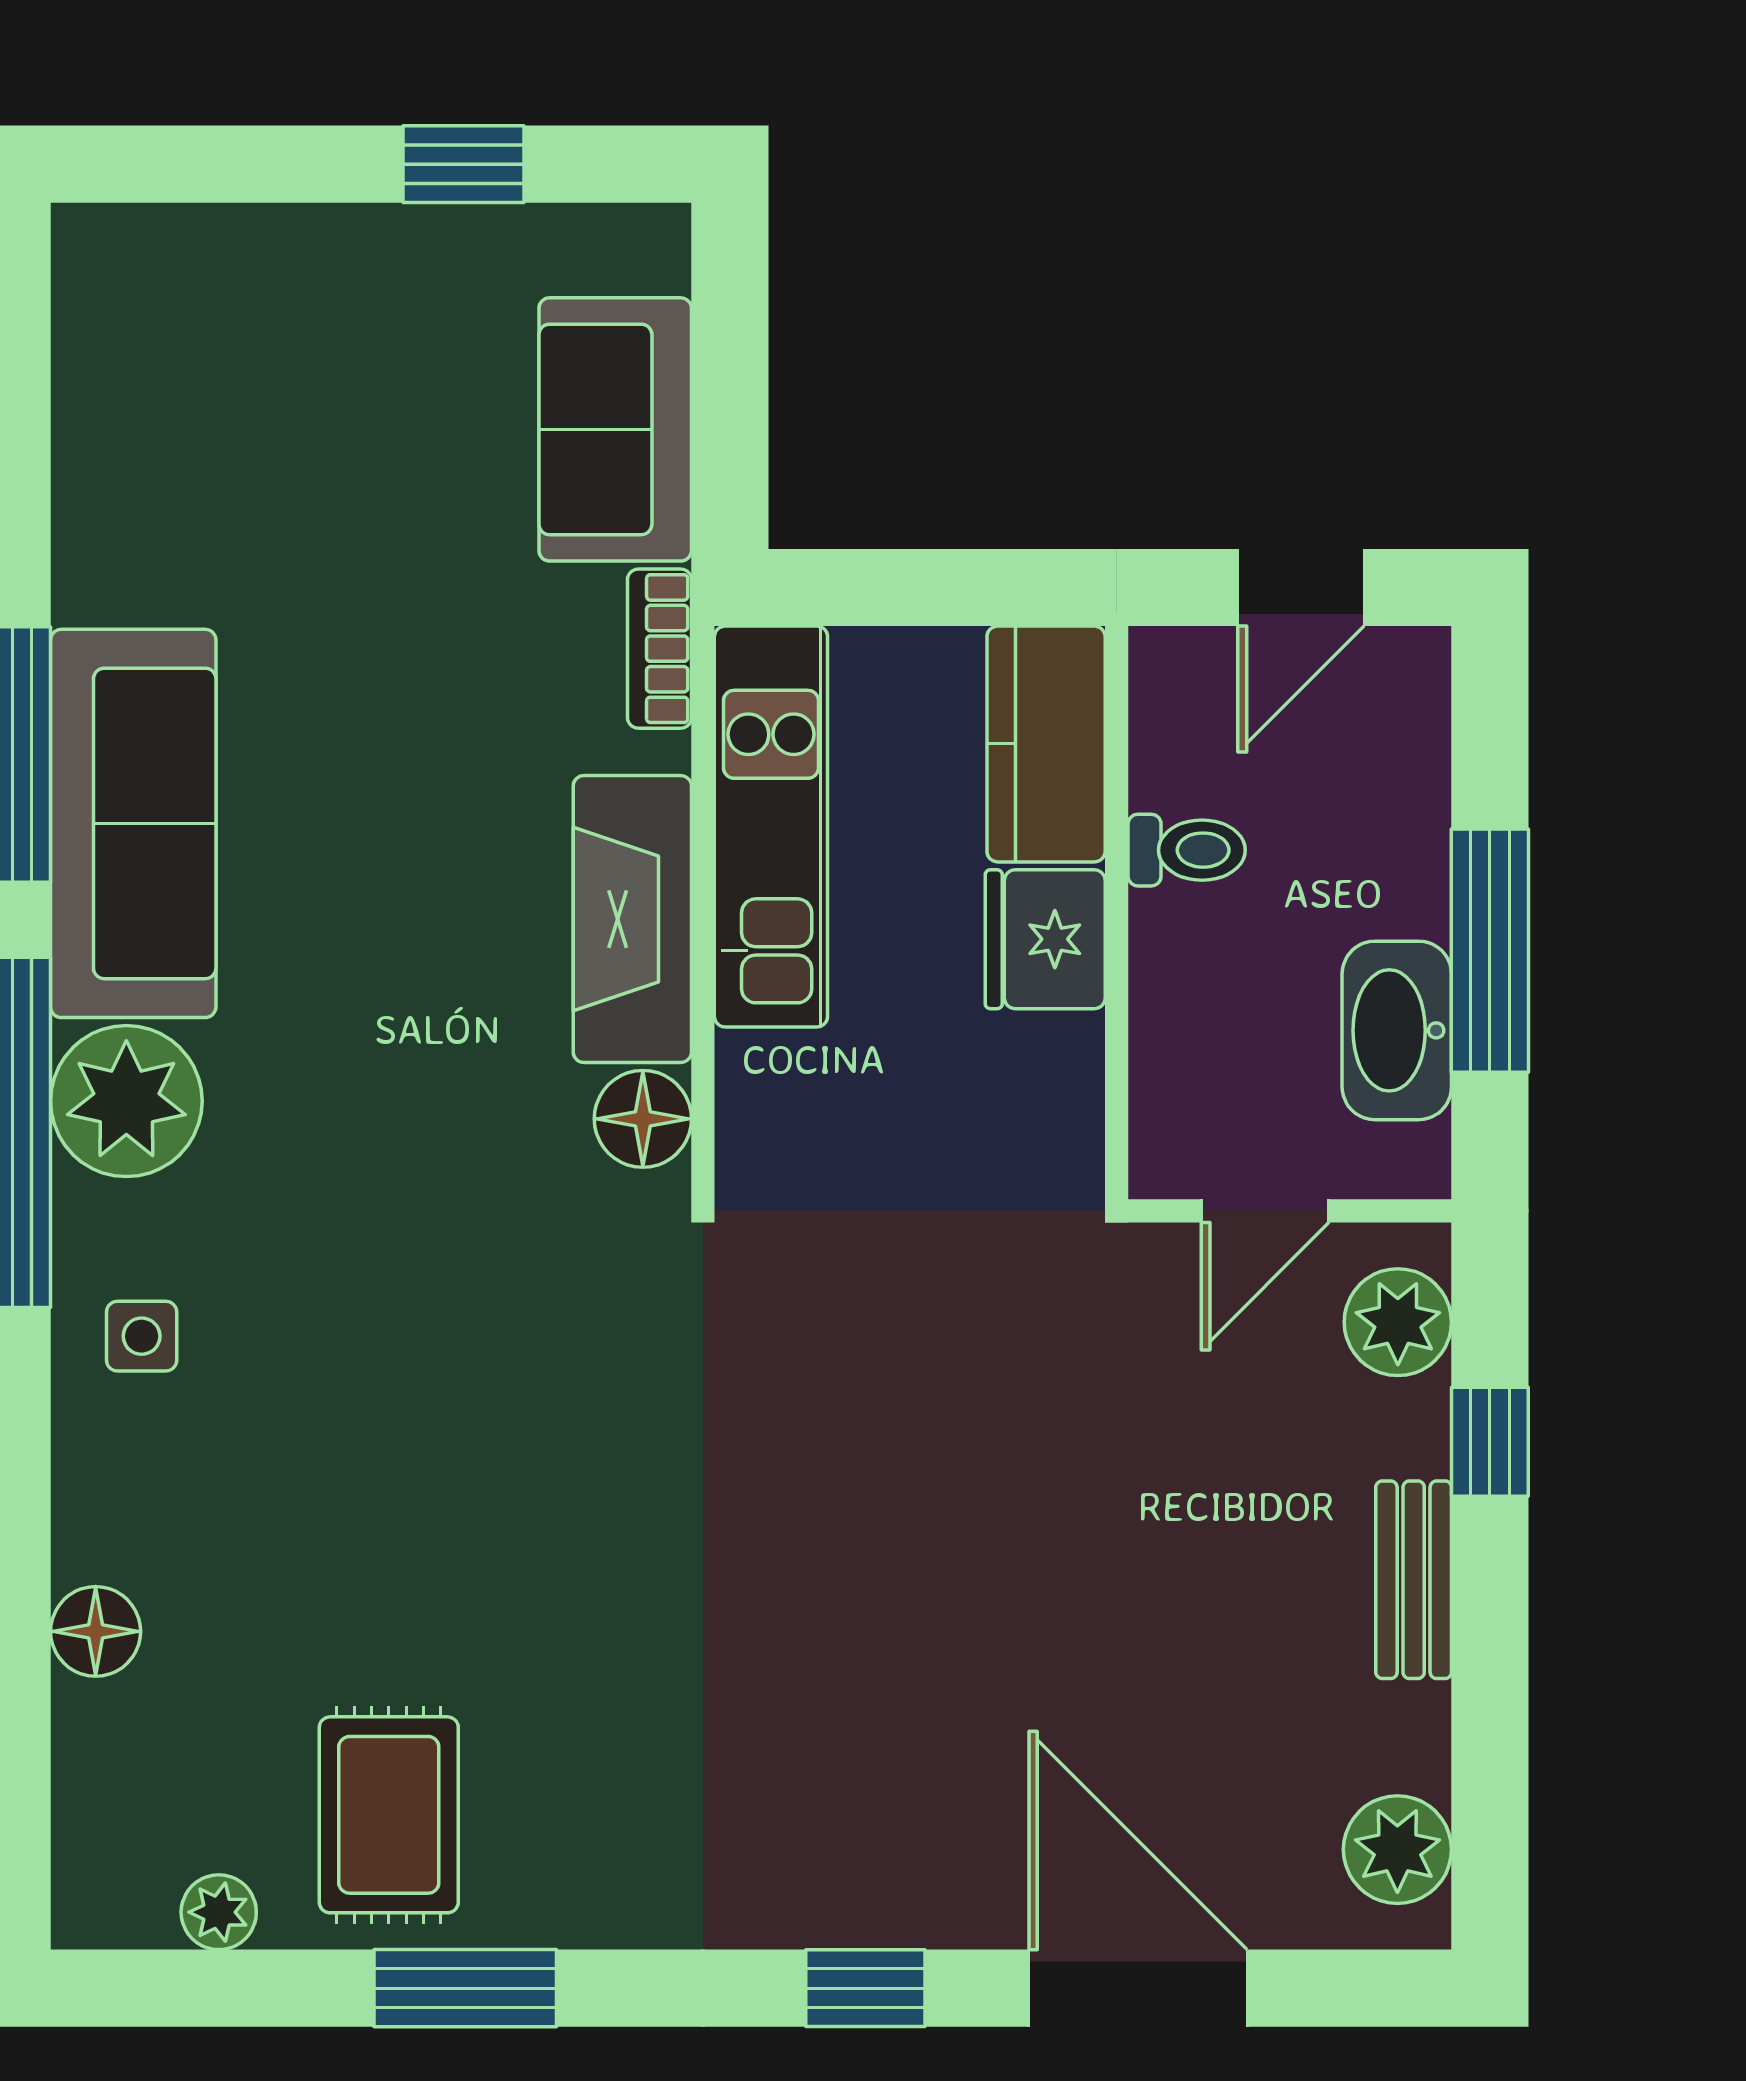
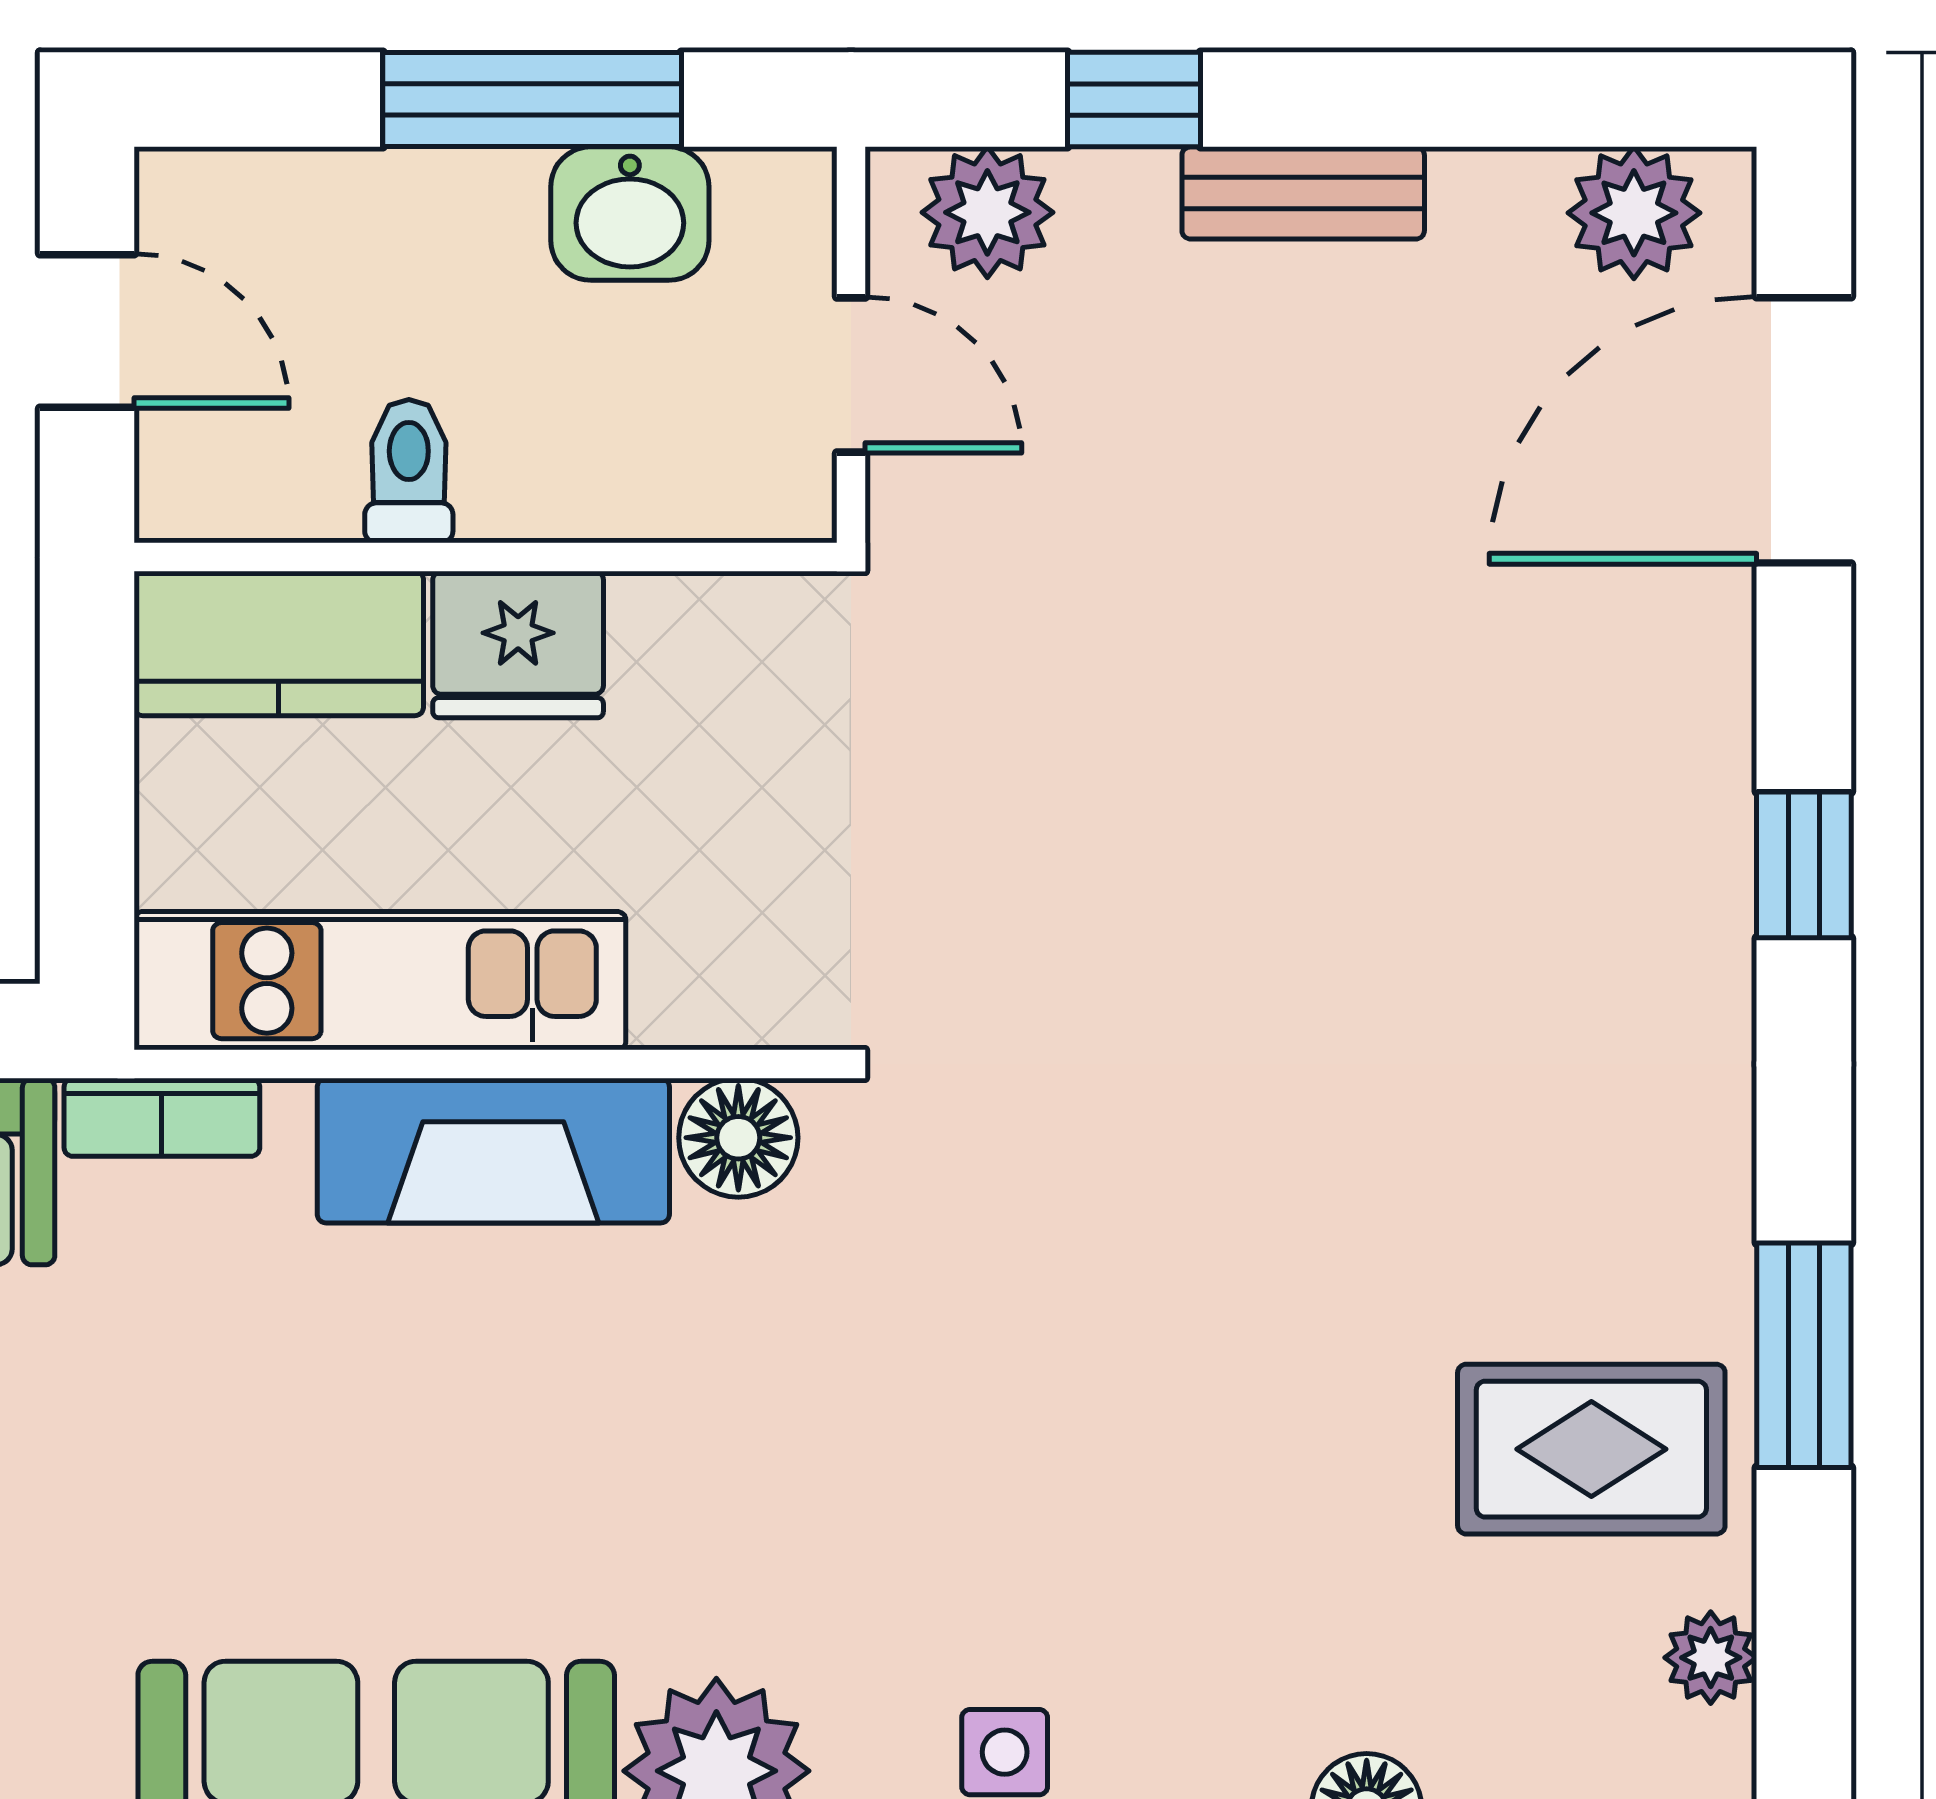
washbasin: (1397, 1030) -> (630, 214), width x0.72
door: (1138, 1988) -> (1804, 430), moved

